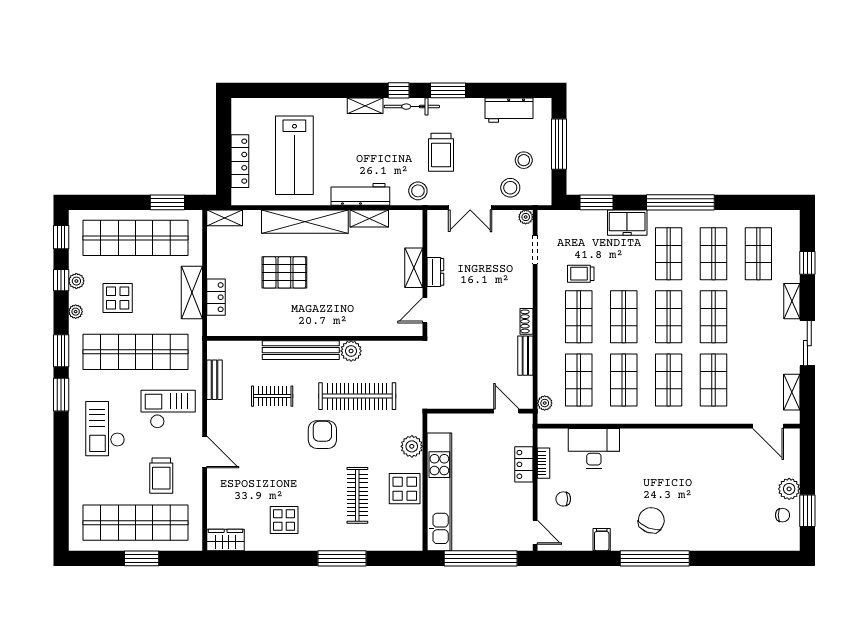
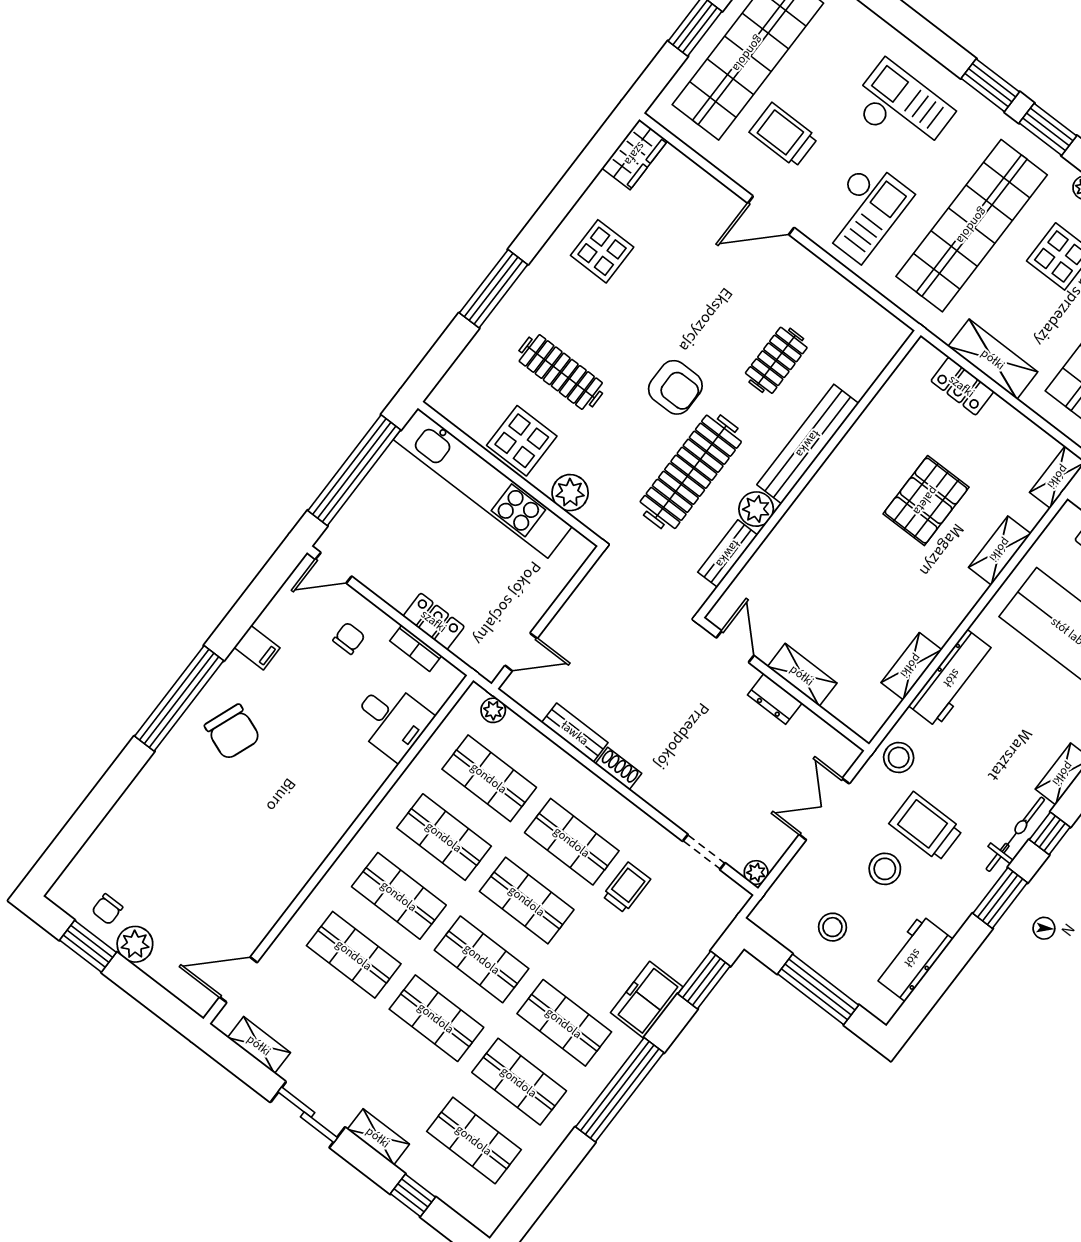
stool: (510, 188) -> (885, 869), moved
shelving: (305, 222) -> (1000, 550), width x0.45, depth x0.75
bench: (214, 380) -> (728, 554), moved, turned 90
desk: (594, 448) -> (391, 720), width x0.73

